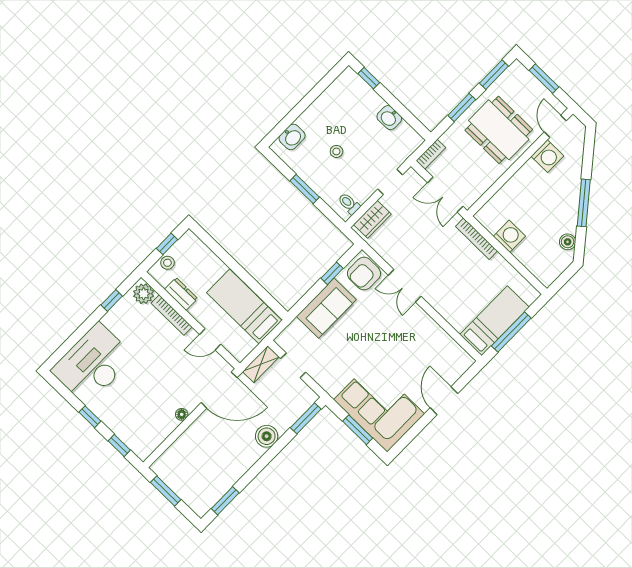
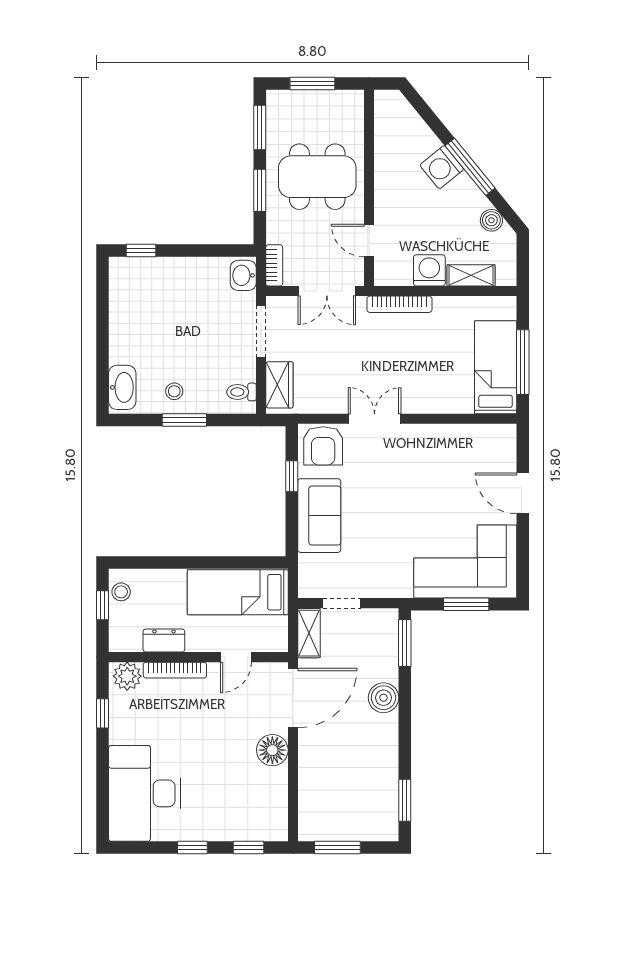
washbasin: (389, 118) -> (243, 275), moved, turned 90
door: (555, 126) -> (369, 241), moved
washbasin: (292, 137) -> (122, 387), width x1.38
stool: (336, 151) -> (174, 391), moved
washing machine: (547, 156) -> (442, 167), moved, turned 141
doorway: (390, 182) -> (261, 331), width x1.38
shelving: (529, 260) -> (471, 275), added
stool: (167, 263) -> (121, 592), moved
double door: (405, 286) -> (375, 419), swing flipped
floor lamp: (182, 414) -> (272, 750), width x1.89, depth x1.89

